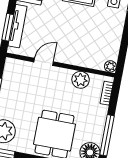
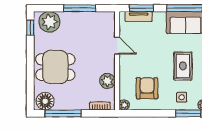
tv unit: (18, 26) -> (139, 17), width x0.71
armchair: (97, 38) -> (147, 88), added

